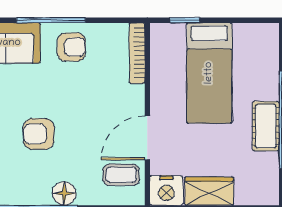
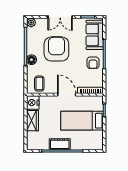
armchair: (39, 134) -> (56, 49), width x1.88, depth x1.88
door: (147, 138) -> (67, 95), moved

